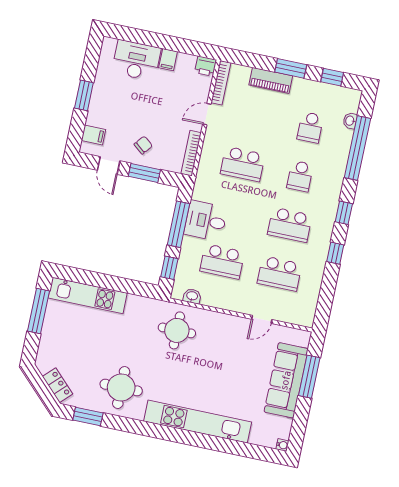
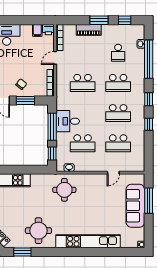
filing cabinet: (168, 60) -> (37, 30), moved
school desk: (300, 176) -> (118, 83), width x1.85

